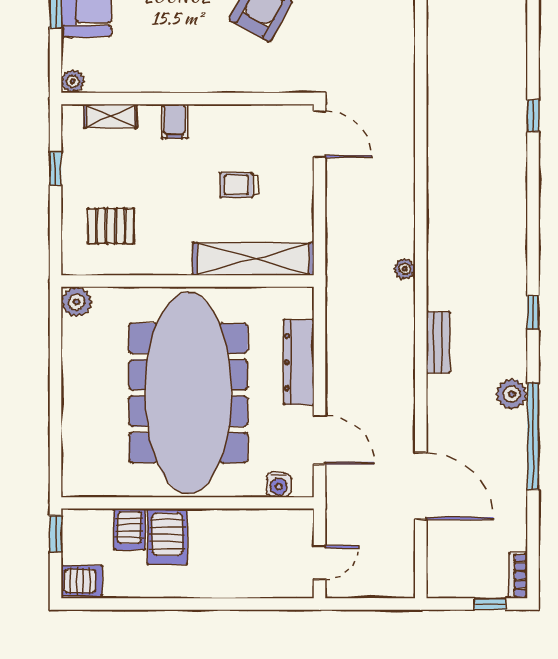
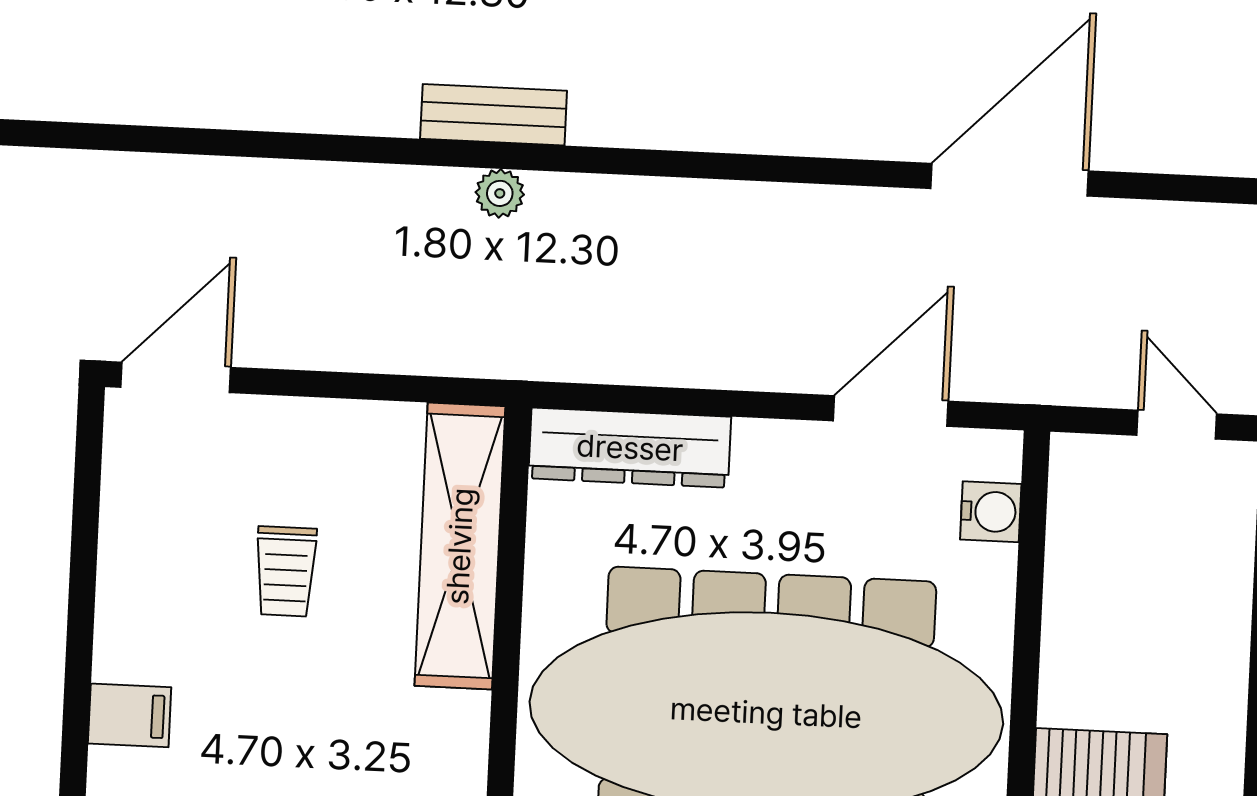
bench: (438, 342) -> (494, 115), moved
dresser: (299, 362) -> (630, 448), moved

